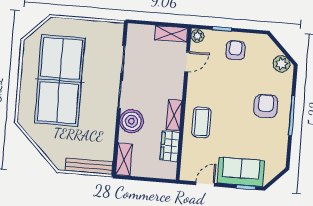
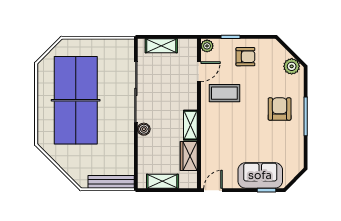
shelving: (171, 34) -> (161, 46), moved
armchair: (235, 50) -> (245, 57), turned 90
boiler: (131, 121) -> (144, 129), width x0.54, depth x0.54
coffee table: (201, 122) -> (224, 93), moved, turned 90
shelving: (124, 159) -> (162, 181), moved, turned 90
door: (205, 184) -> (213, 190), moved

